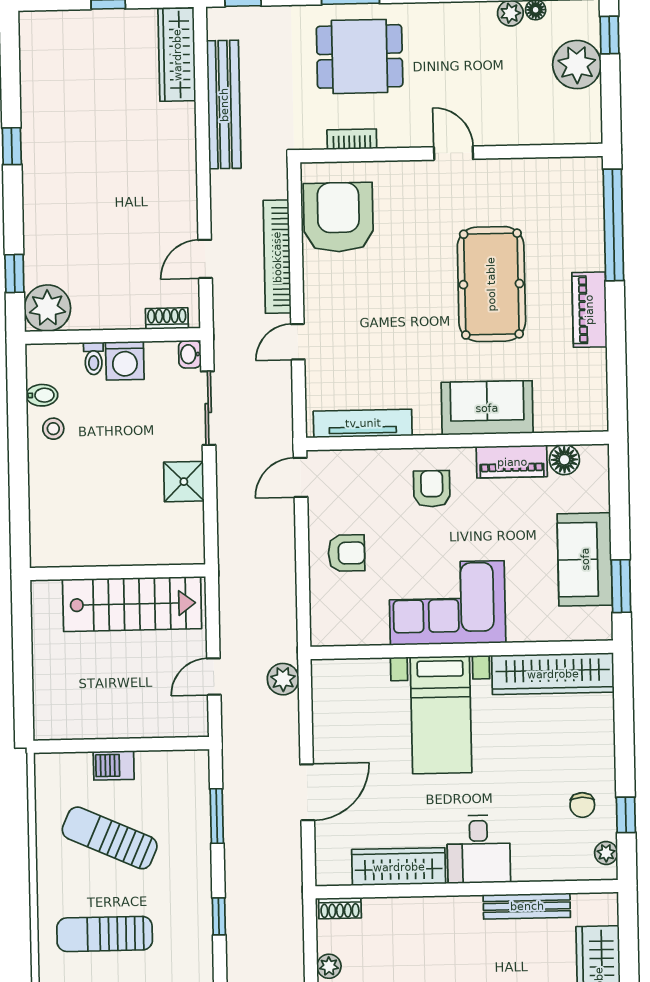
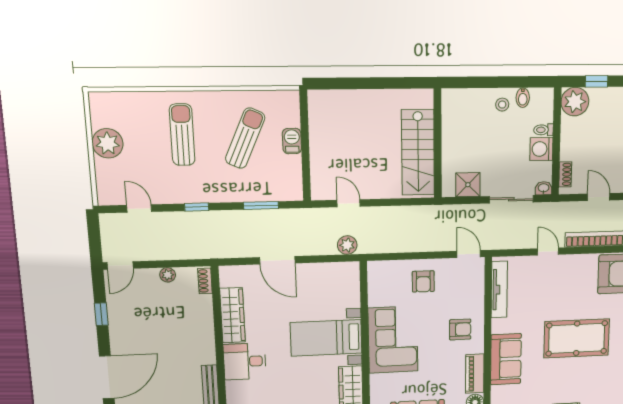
pool table: (491, 284) -> (577, 338), moved
wall: (118, 572) -> (438, 144), moved
stairs: (132, 604) -> (418, 152), moved

